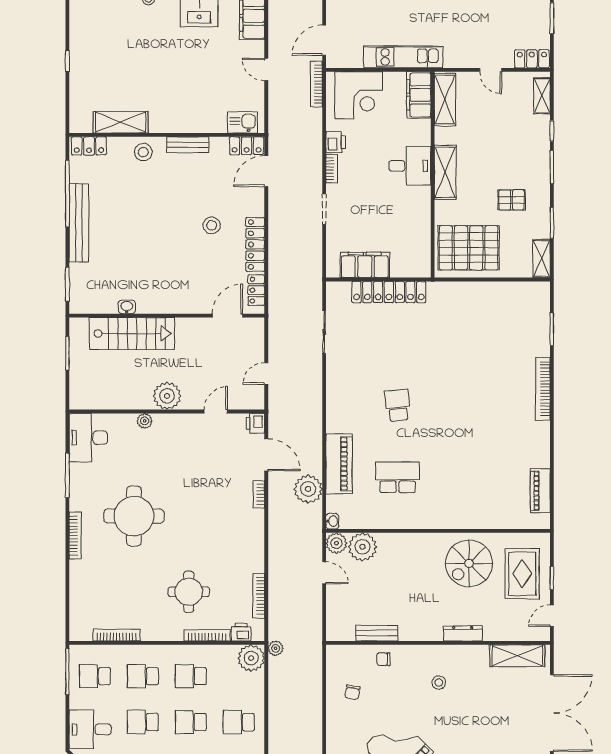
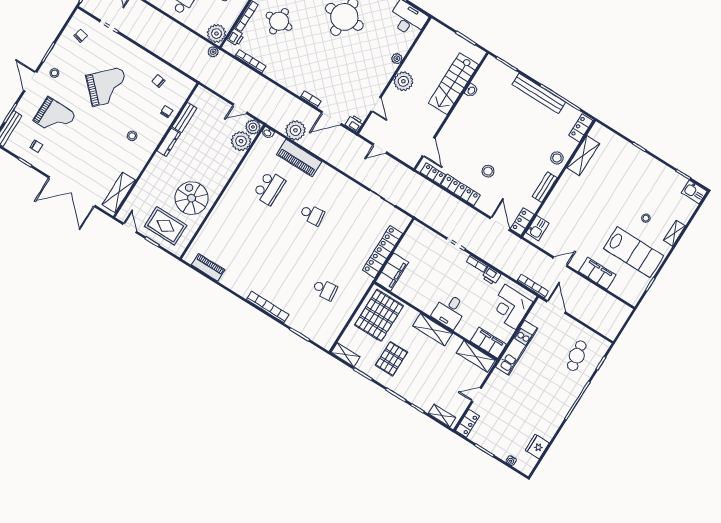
pallet: (512, 200) -> (391, 359), width x1.50, depth x1.42
filing cabinet: (365, 265) -> (392, 272), moved
school desk: (478, 333) -> (325, 289), added
door: (266, 374) -> (380, 148), swing flipped
dresser: (463, 633) -> (169, 142), moved

